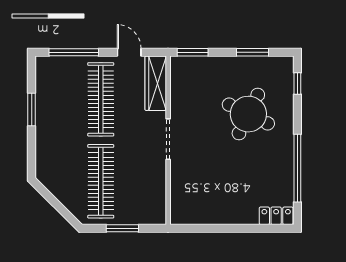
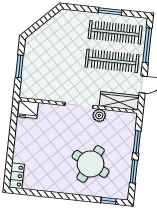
window: (193, 52) -> (137, 142), moved
plant: (179, 109) -> (99, 115), added
window: (297, 168) -> (49, 194), removed
clothes rail: (101, 181) -> (115, 32), moved
fridge: (181, 210) -> (28, 110), added

